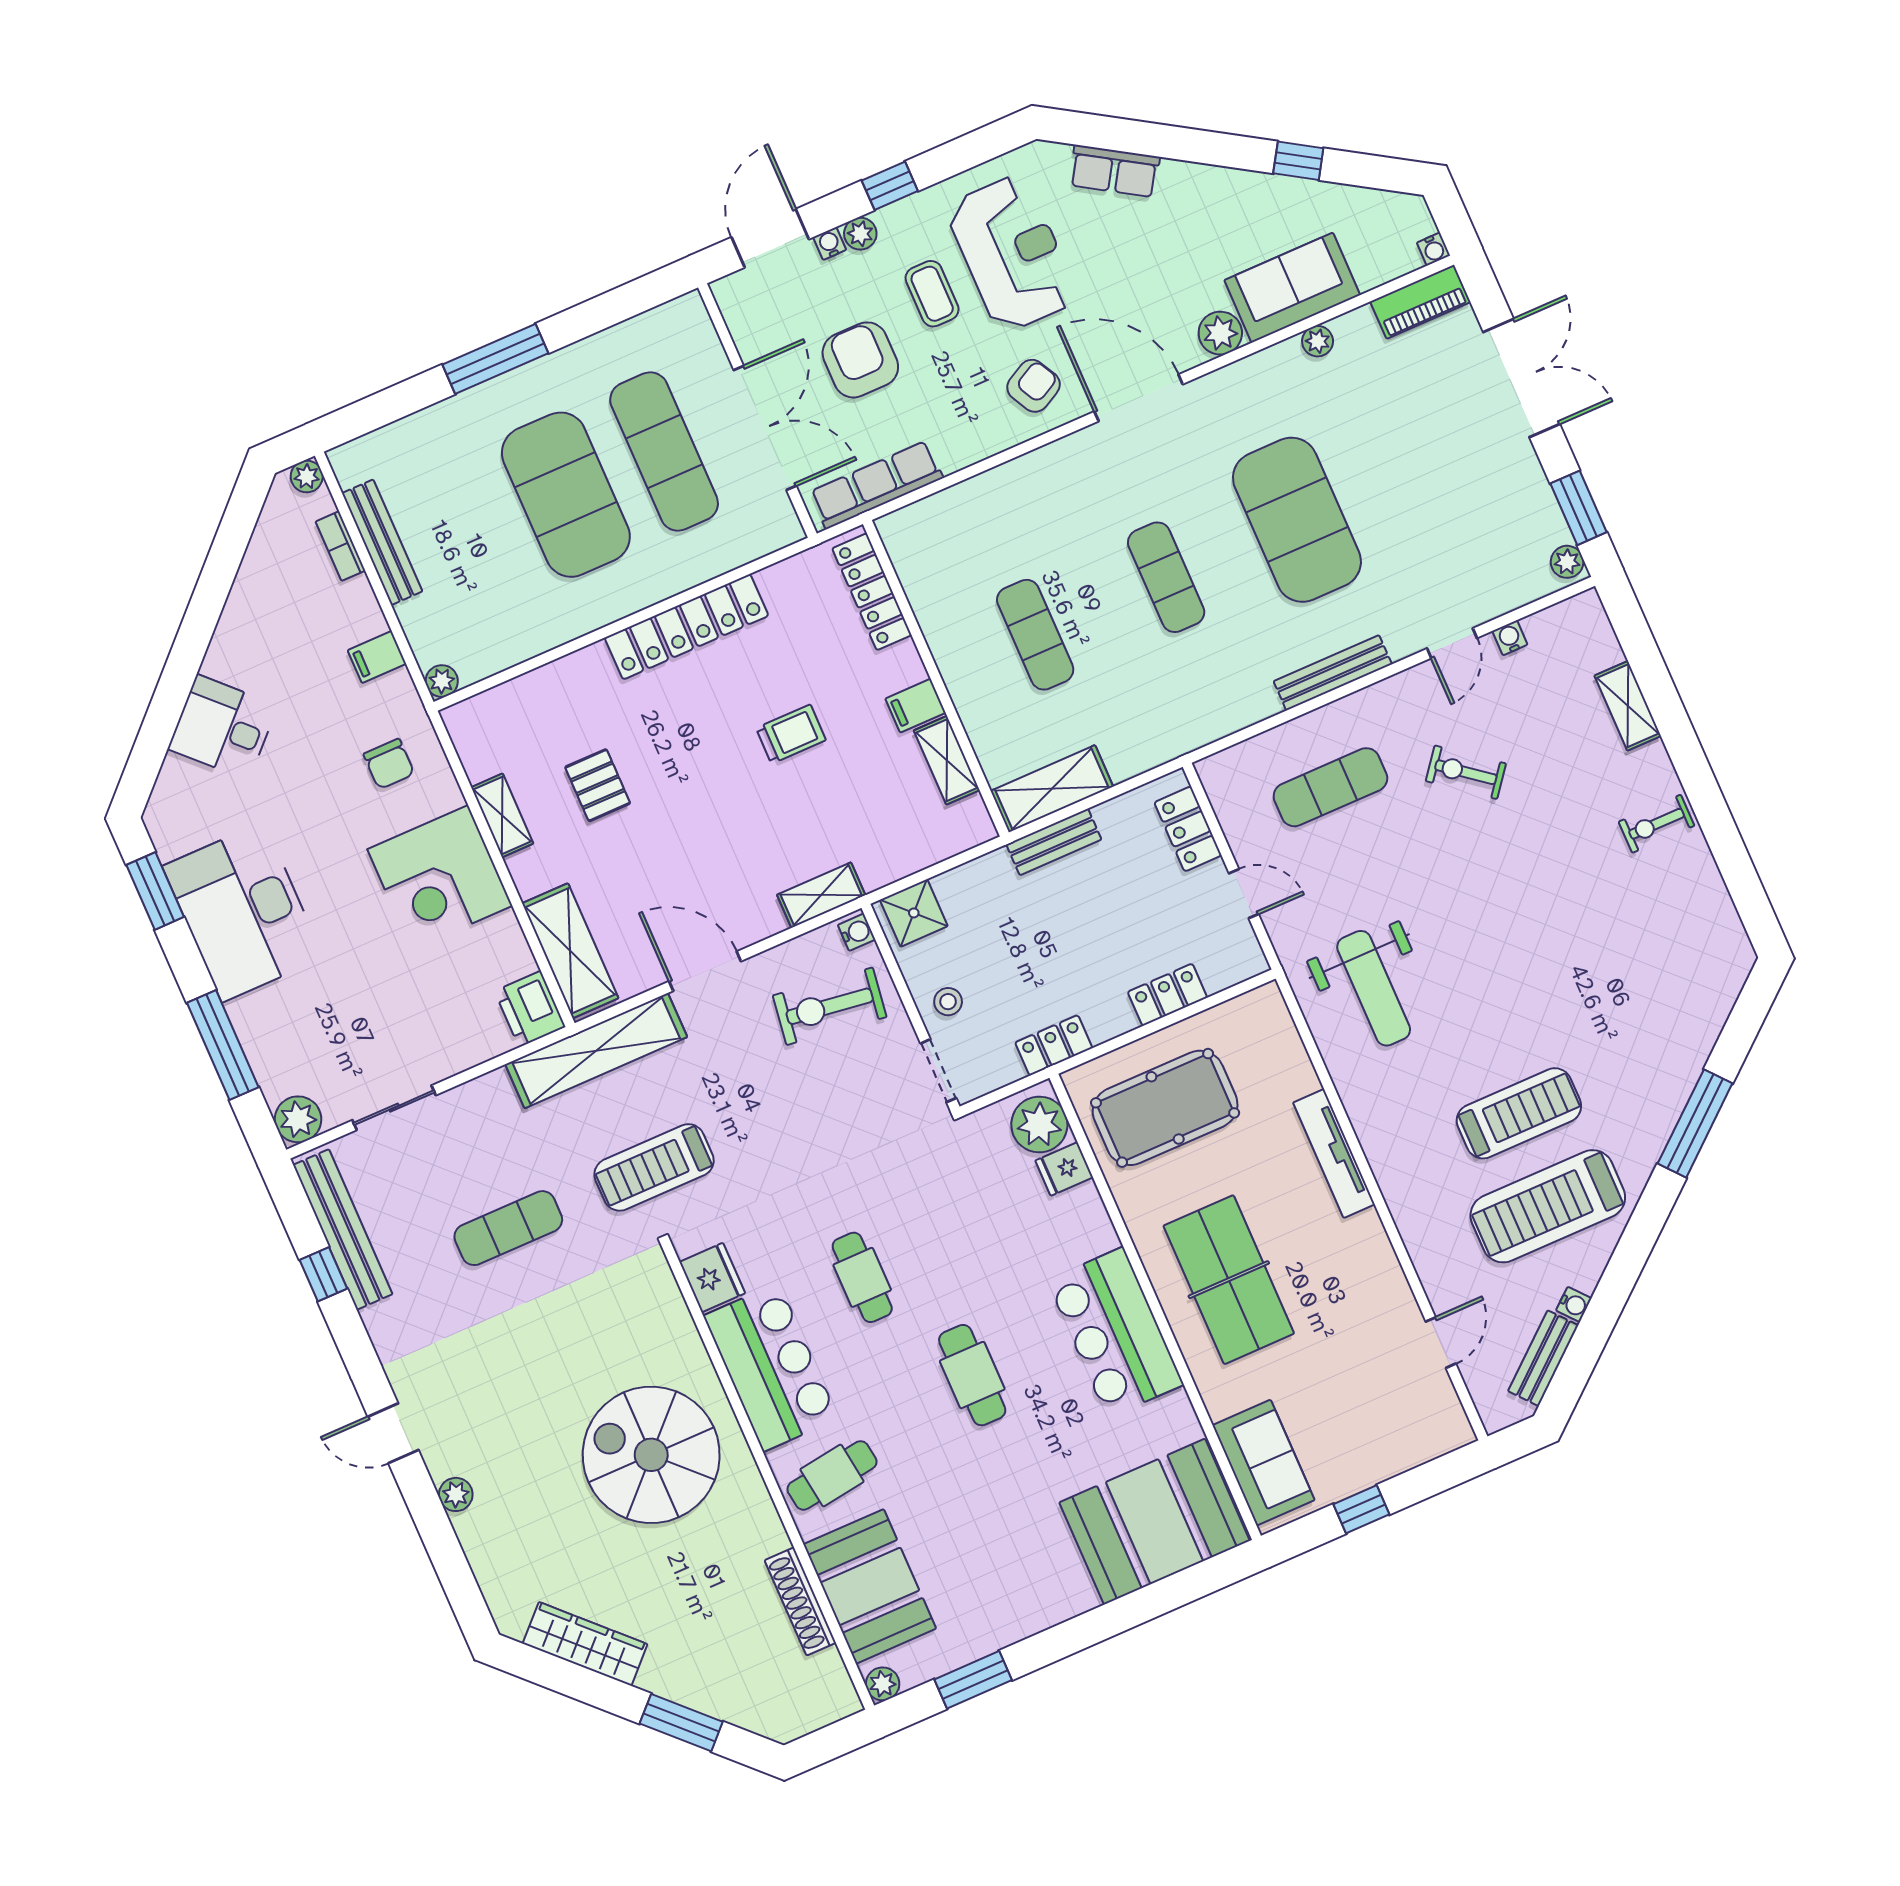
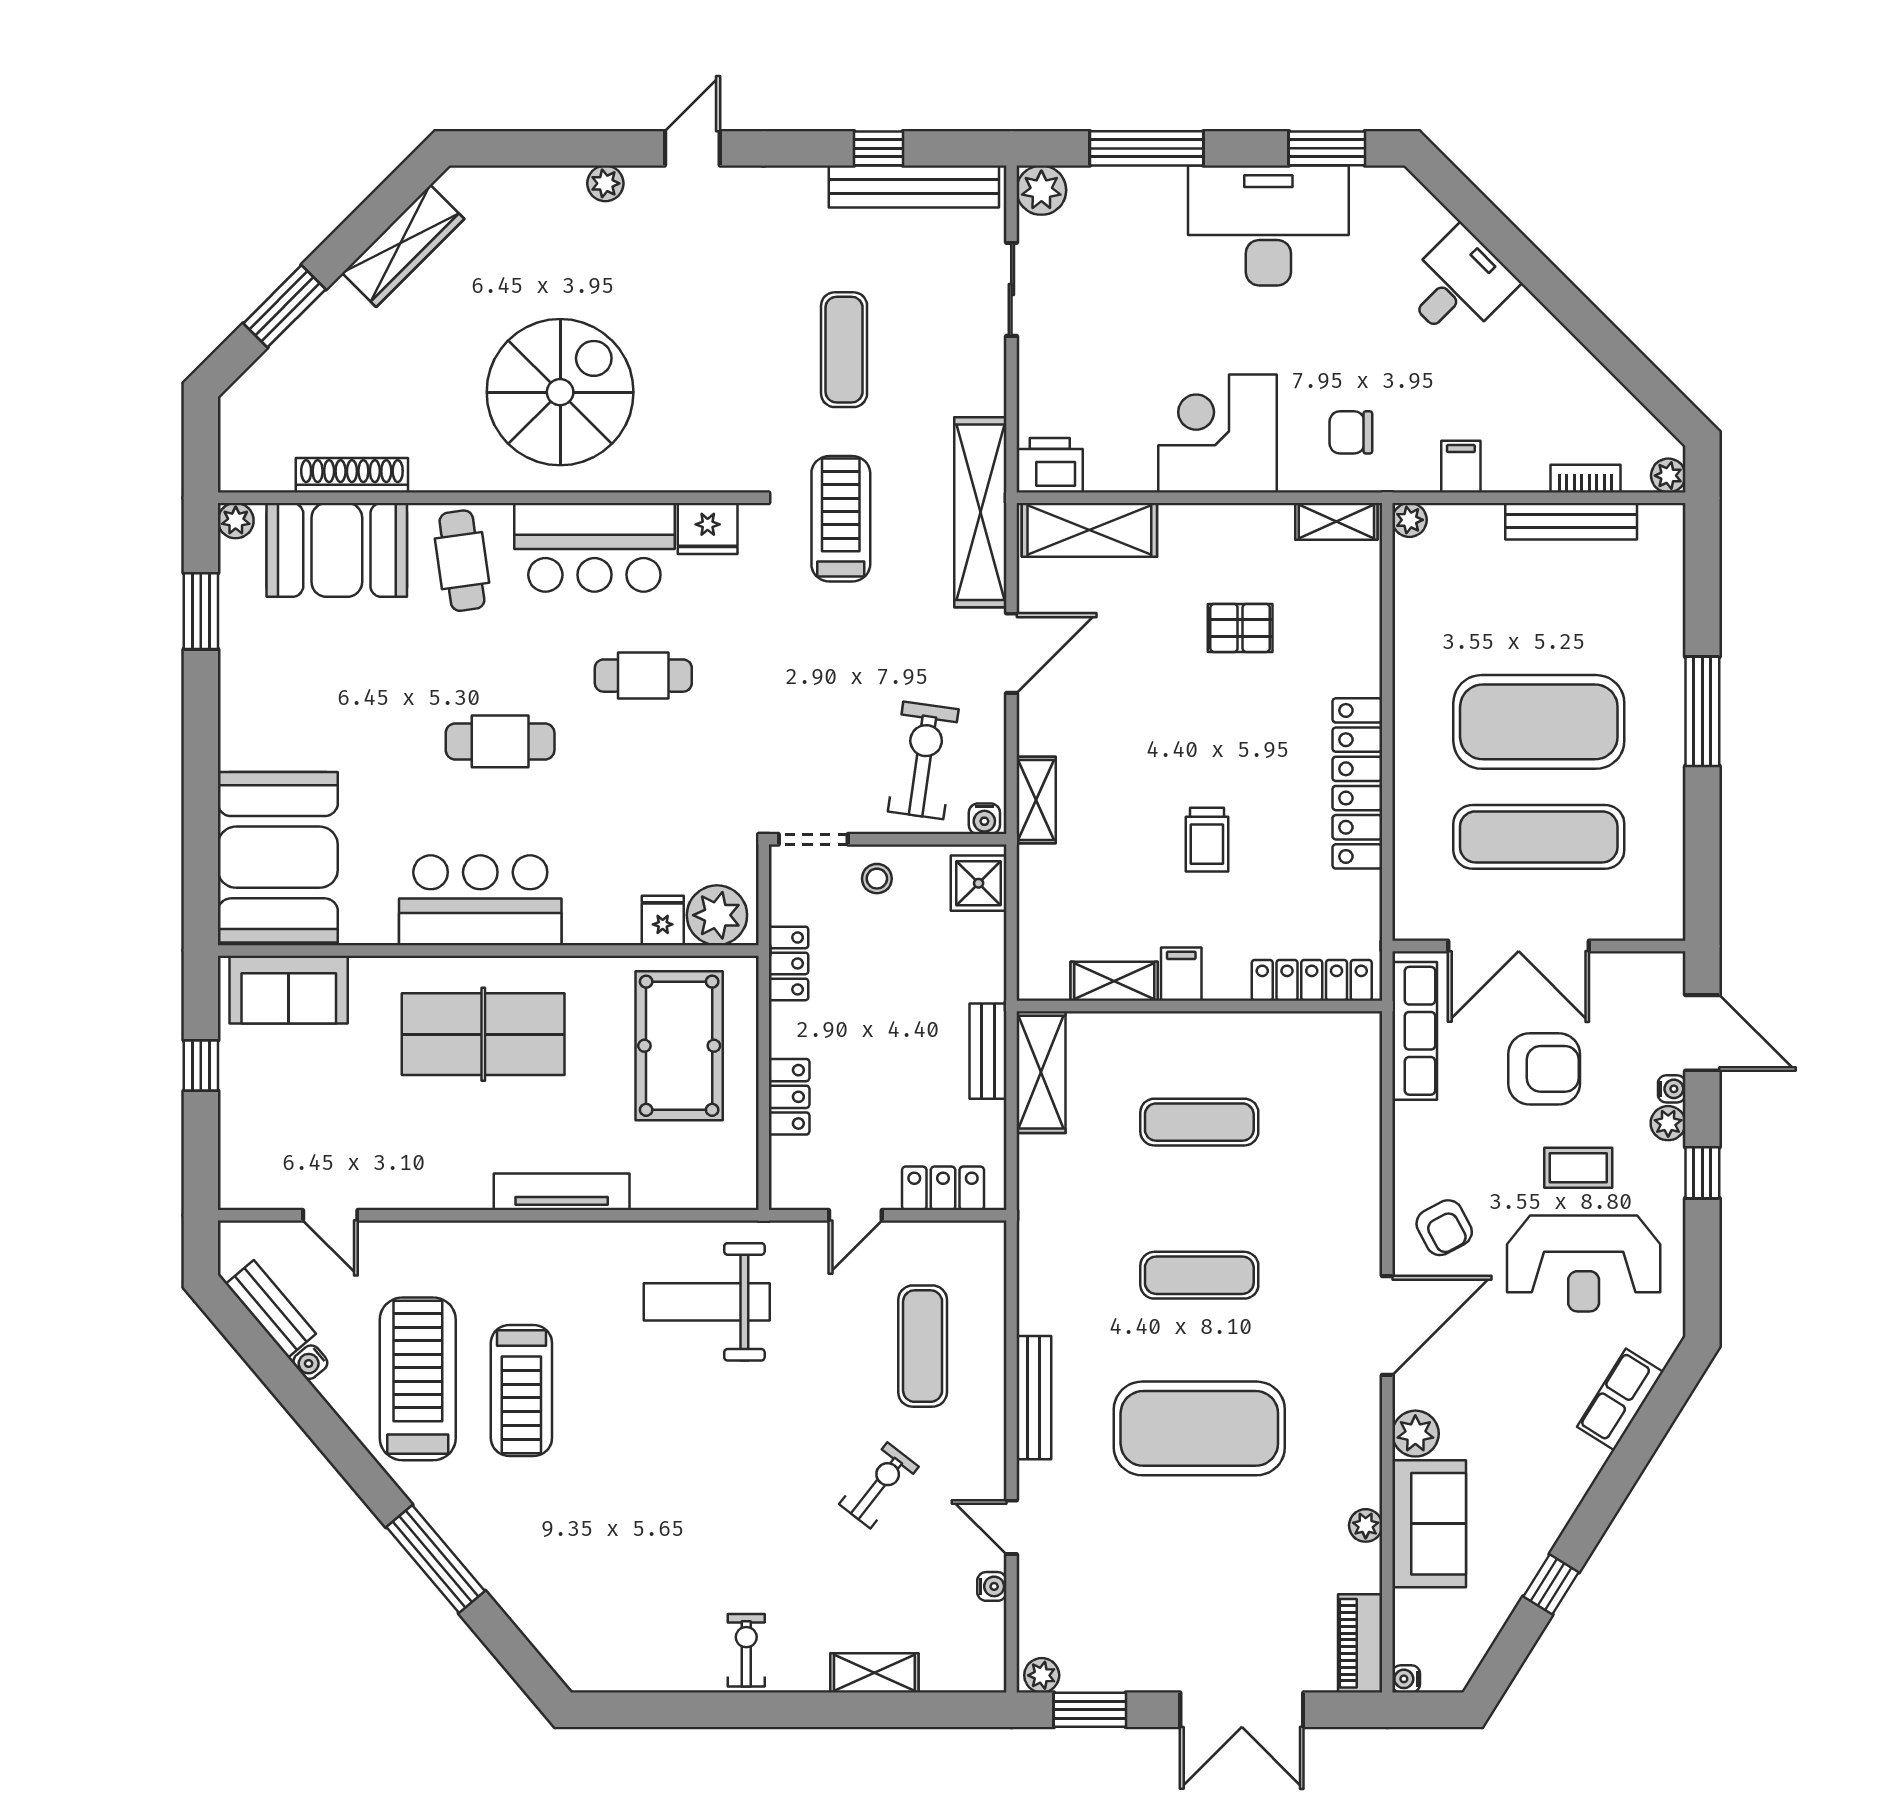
shelving: (502, 815) -> (1336, 521), moved

